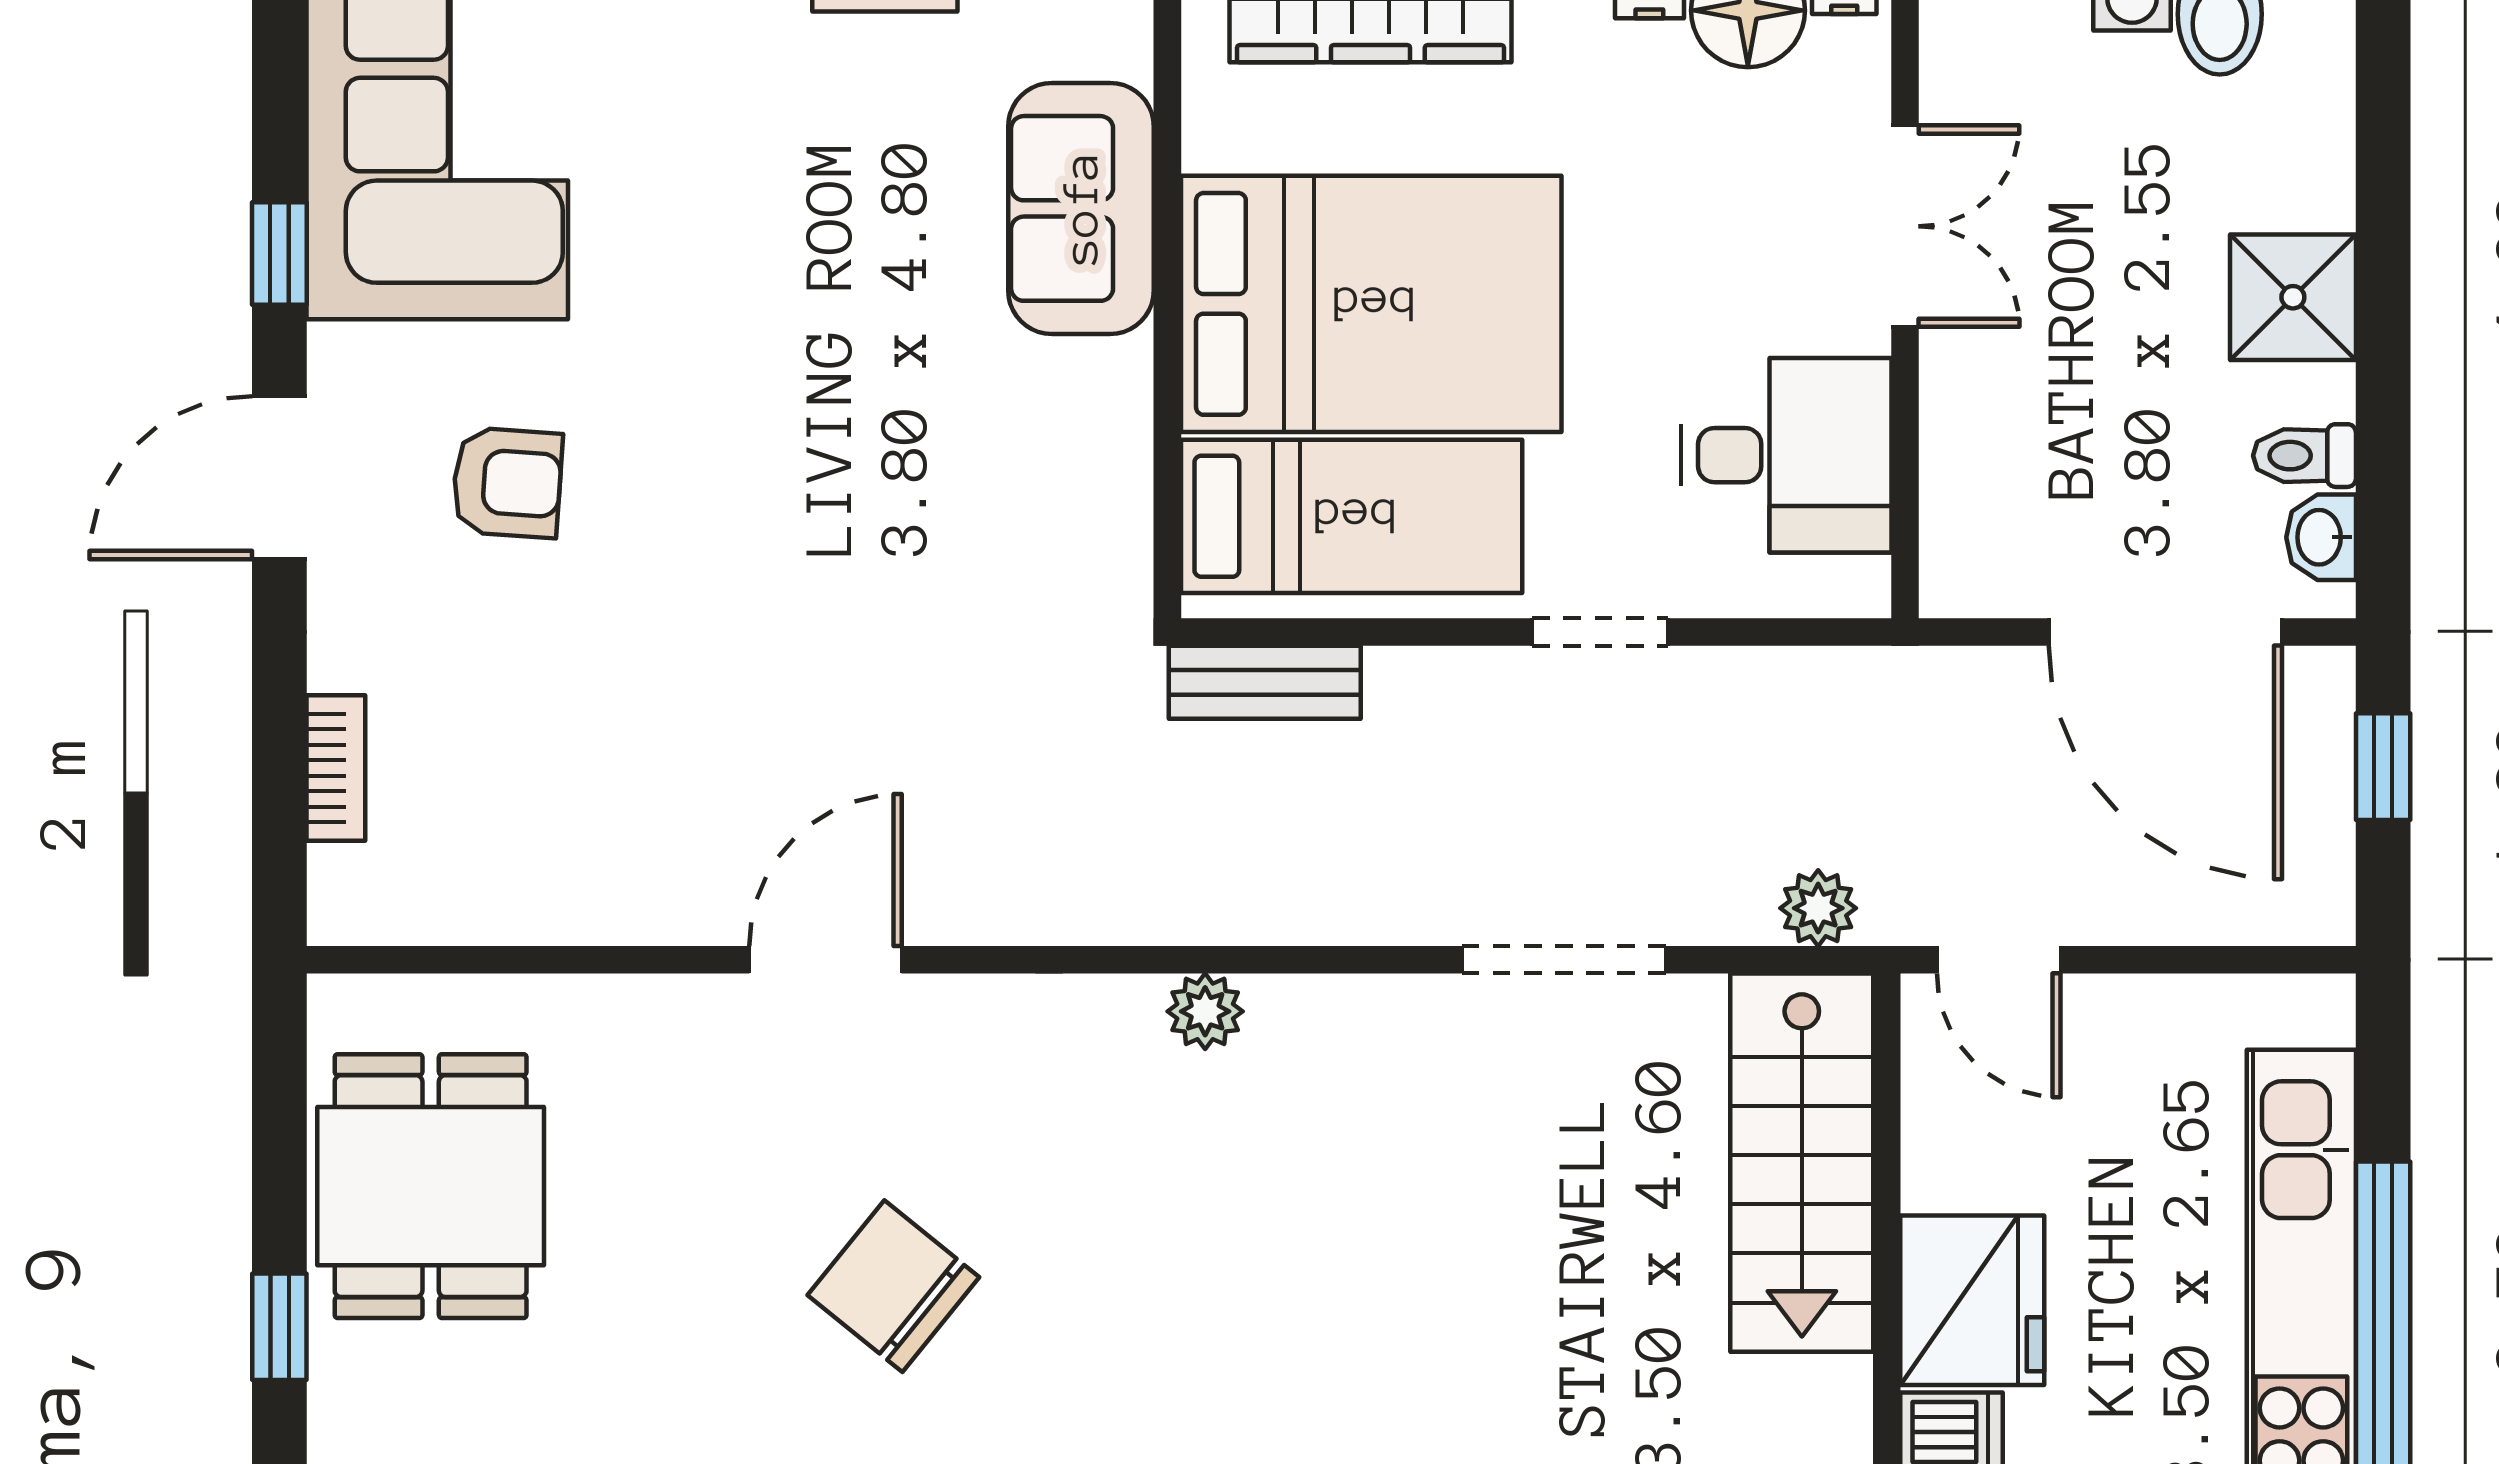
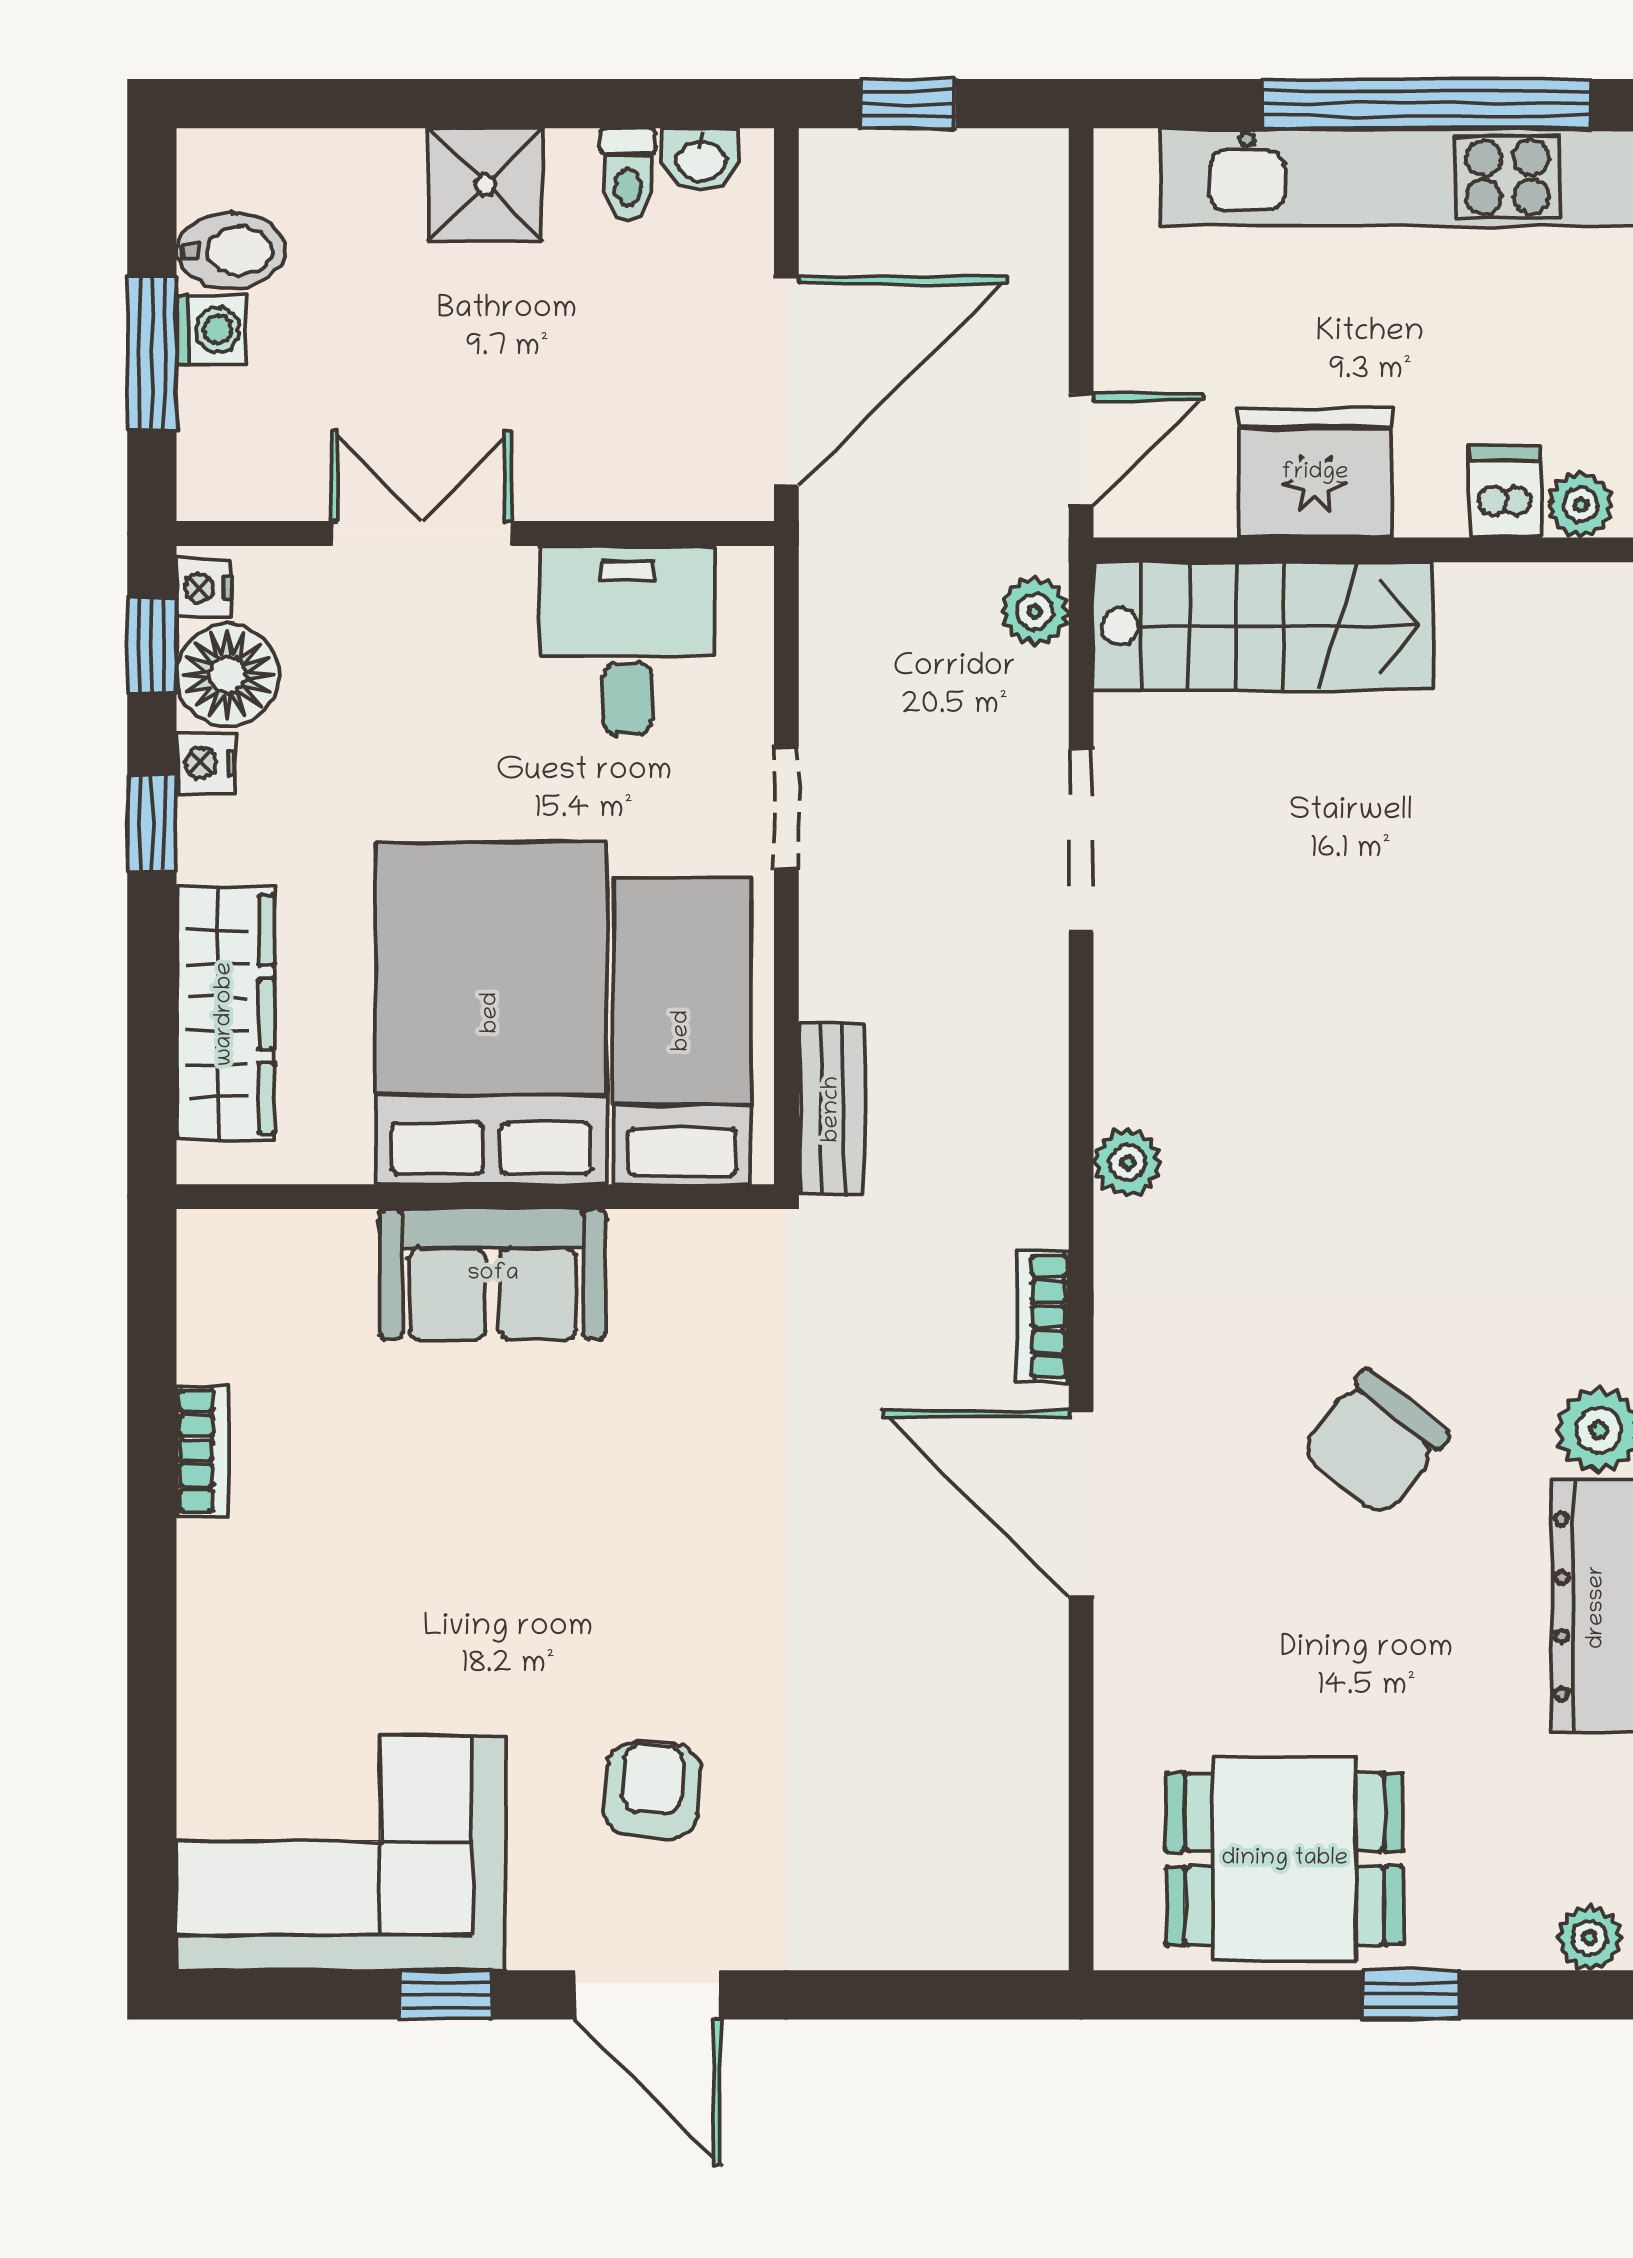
sofa: (1081, 208) -> (493, 1274), moved
door: (2165, 632) -> (786, 381), moved
bookcase: (336, 768) -> (1043, 1317), moved, turned -90
door: (826, 960) -> (1081, 1504), width x1.36
fridge: (1972, 1300) -> (1315, 473), moved

